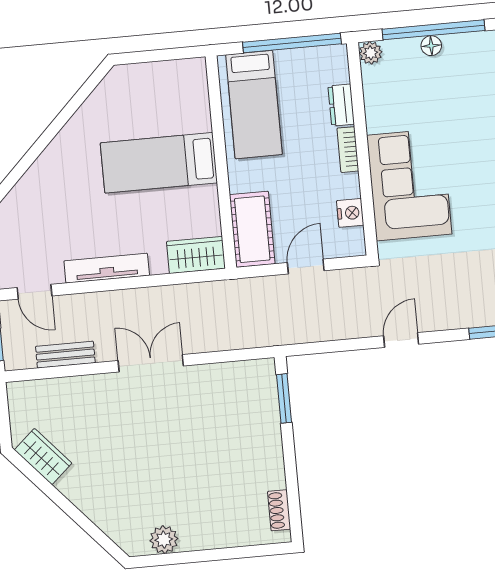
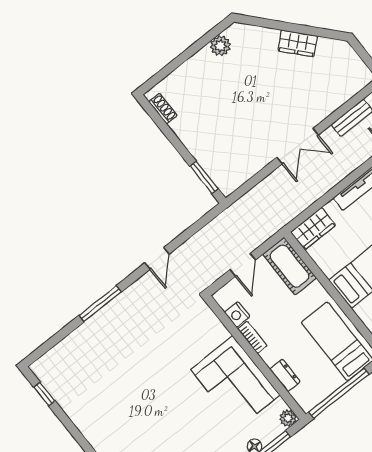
bookcase: (348, 150) -> (252, 337), moved
corner sofa: (409, 185) -> (235, 382), moved
wardrobe: (43, 457) -> (298, 43), moved

